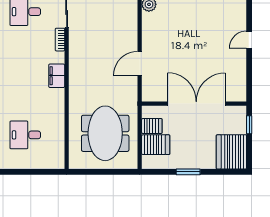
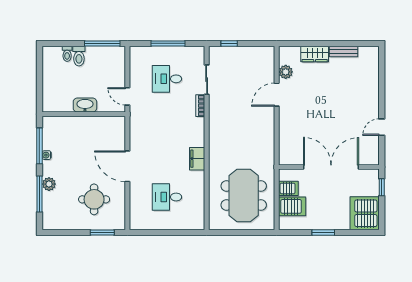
door: (249, 40) -> (382, 127), moved
door: (140, 64) -> (277, 95), moved
filing cabinet: (57, 76) -> (197, 159), moved

